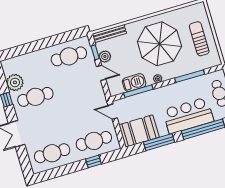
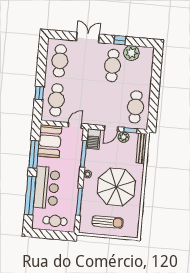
barbecue: (134, 83) -> (93, 139), moved

